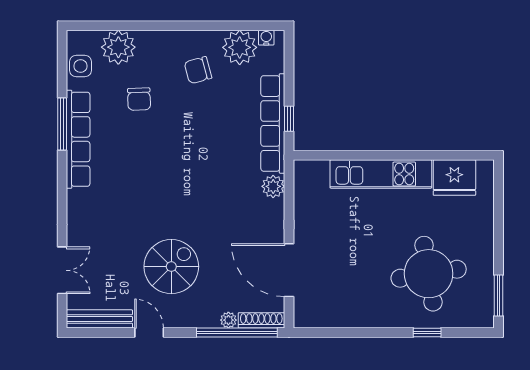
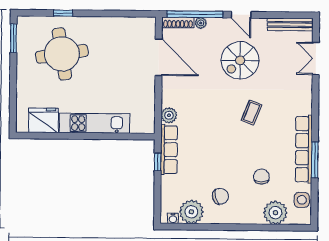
row of seats: (273, 123) -> (169, 150), width x0.73
coffee table: (154, 191) -> (251, 112), added
door: (149, 333) -> (241, 15), moved

